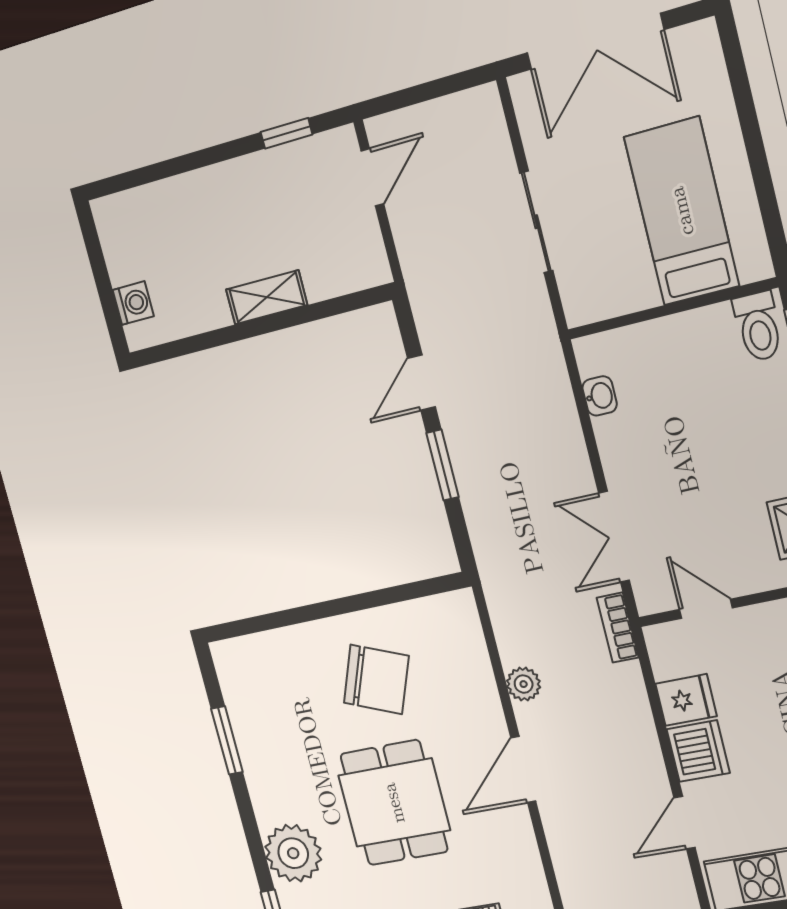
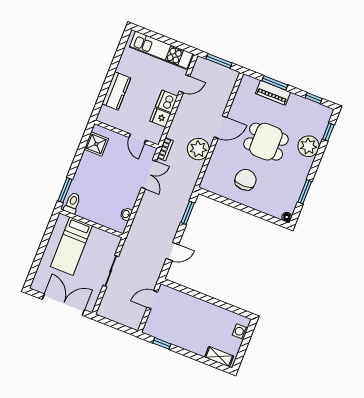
door: (372, 177) -> (152, 300), moved
shelving: (267, 297) -> (219, 357), moved
window: (442, 465) -> (188, 213), moved
floor lamp: (224, 653) -> (287, 217), added
chair: (376, 679) -> (245, 180), turned 68
plant: (524, 684) -> (198, 149), width x1.87, depth x1.87
dining table: (394, 803) -> (266, 142), turned 90

